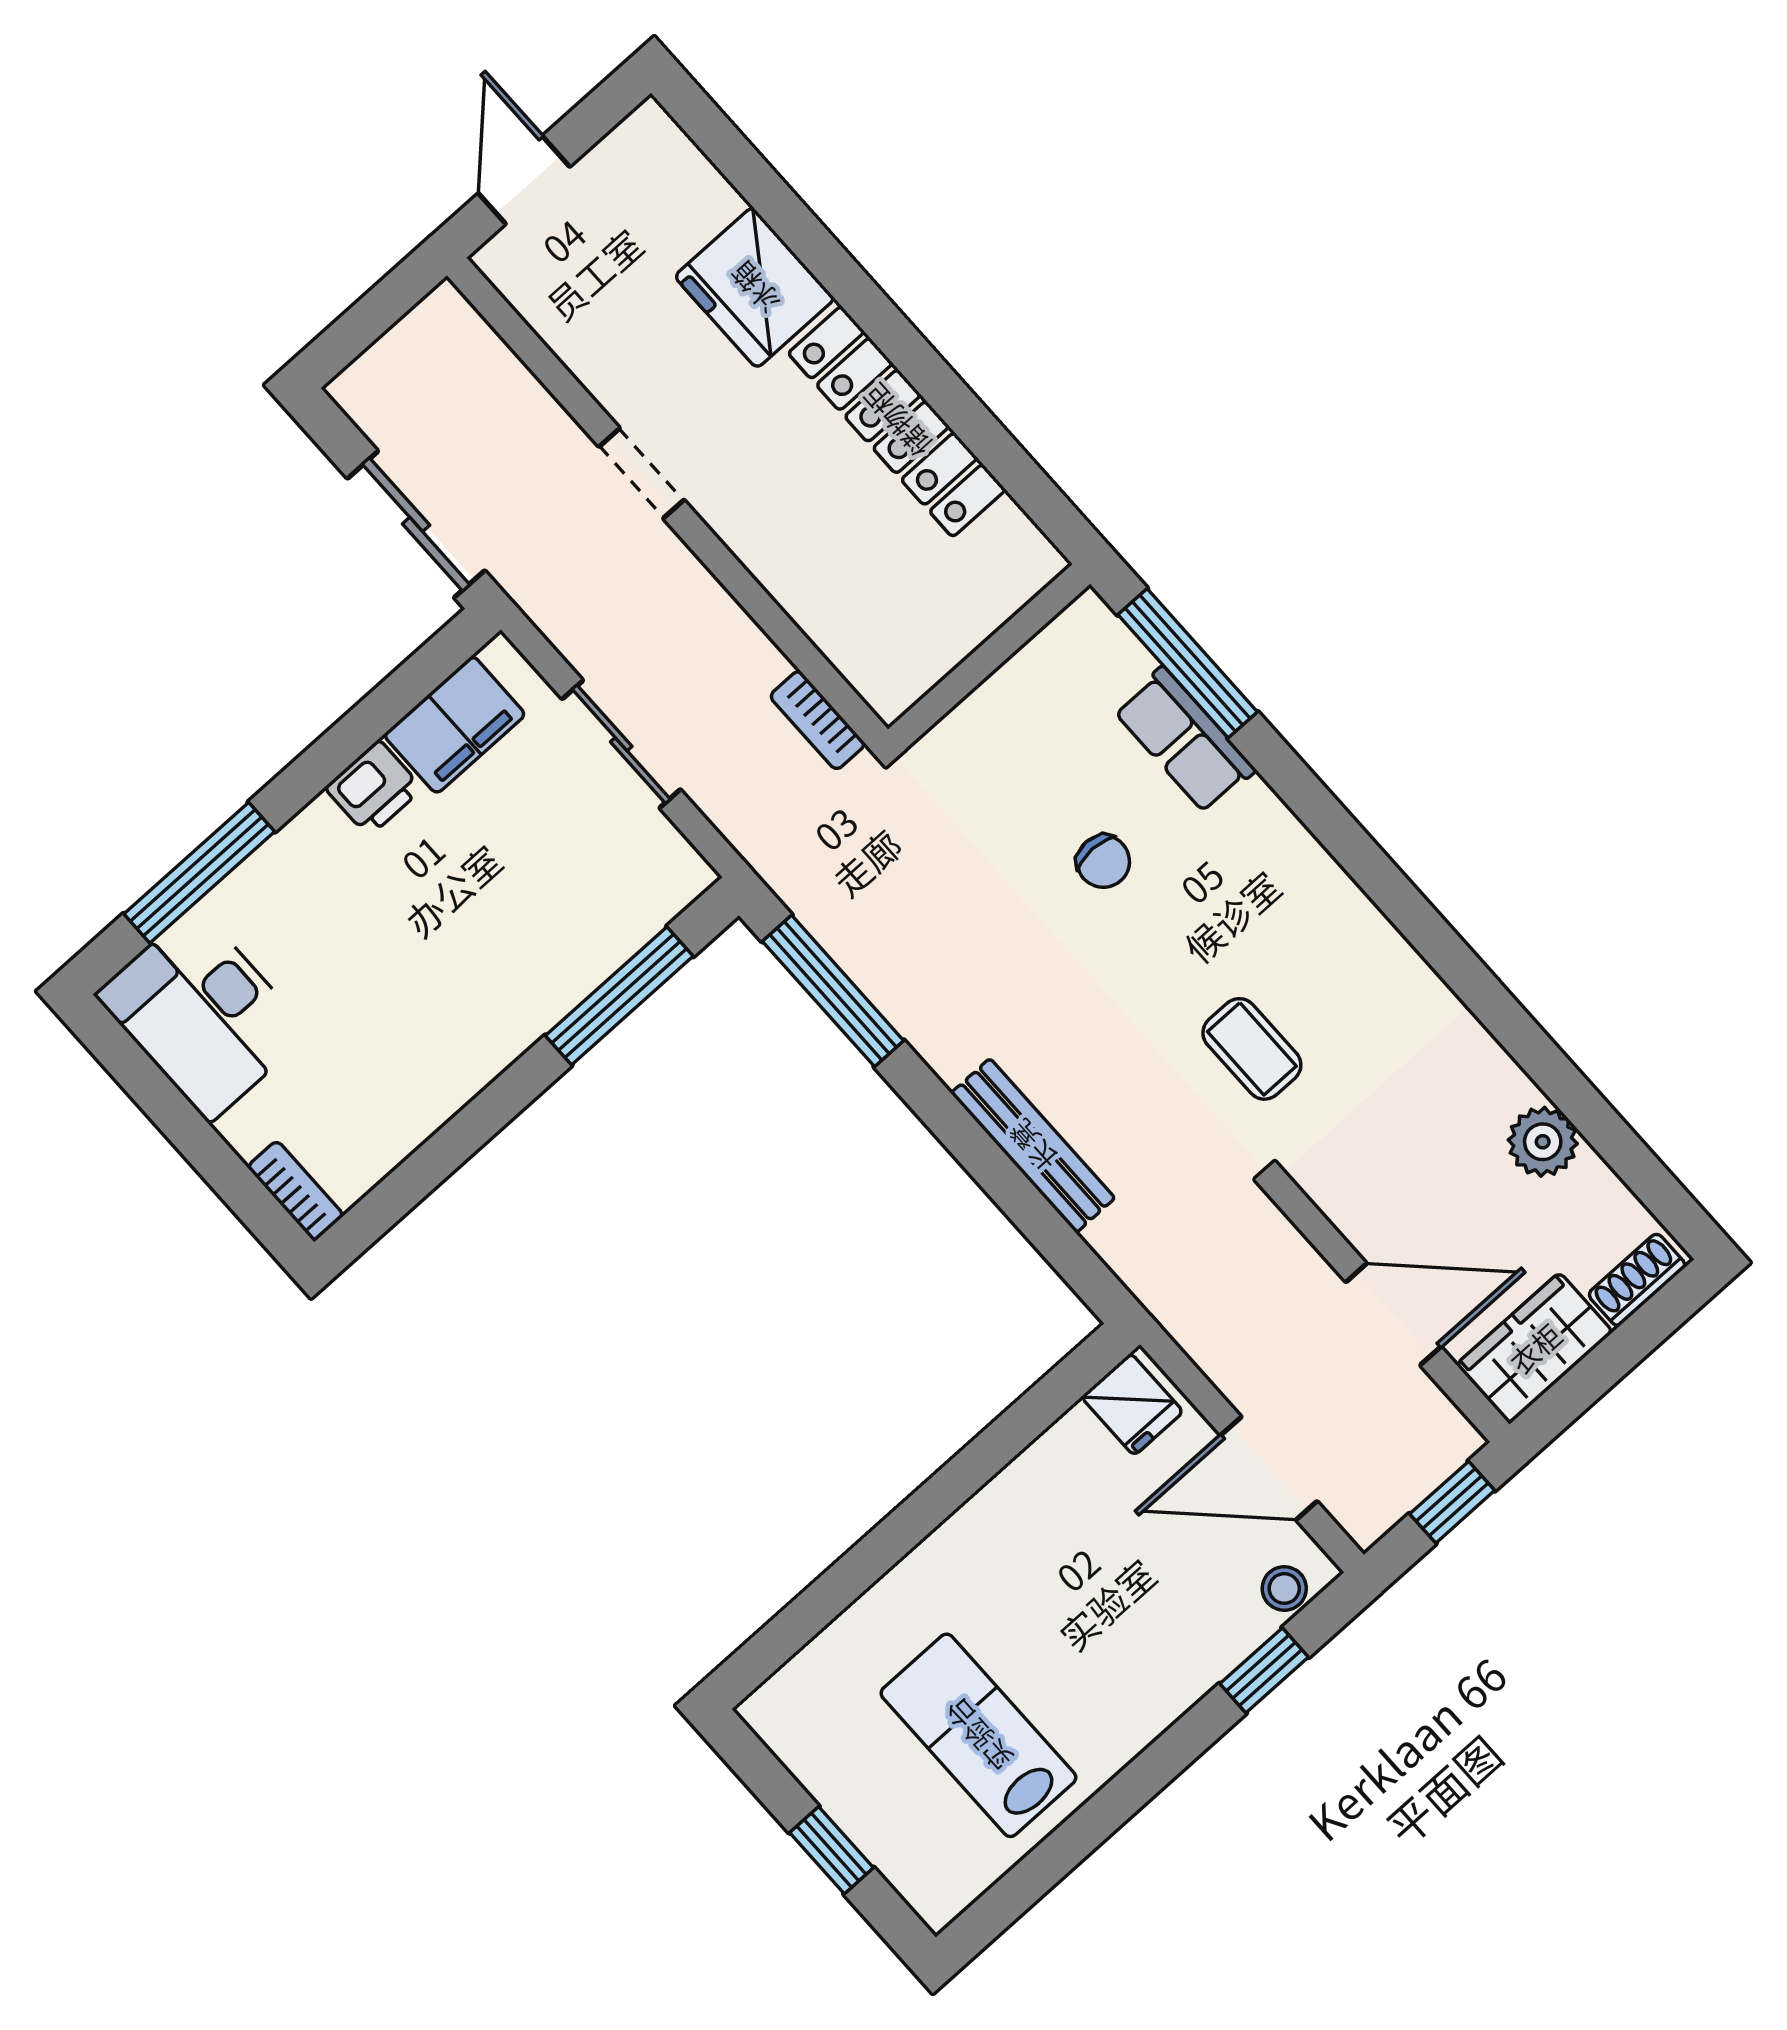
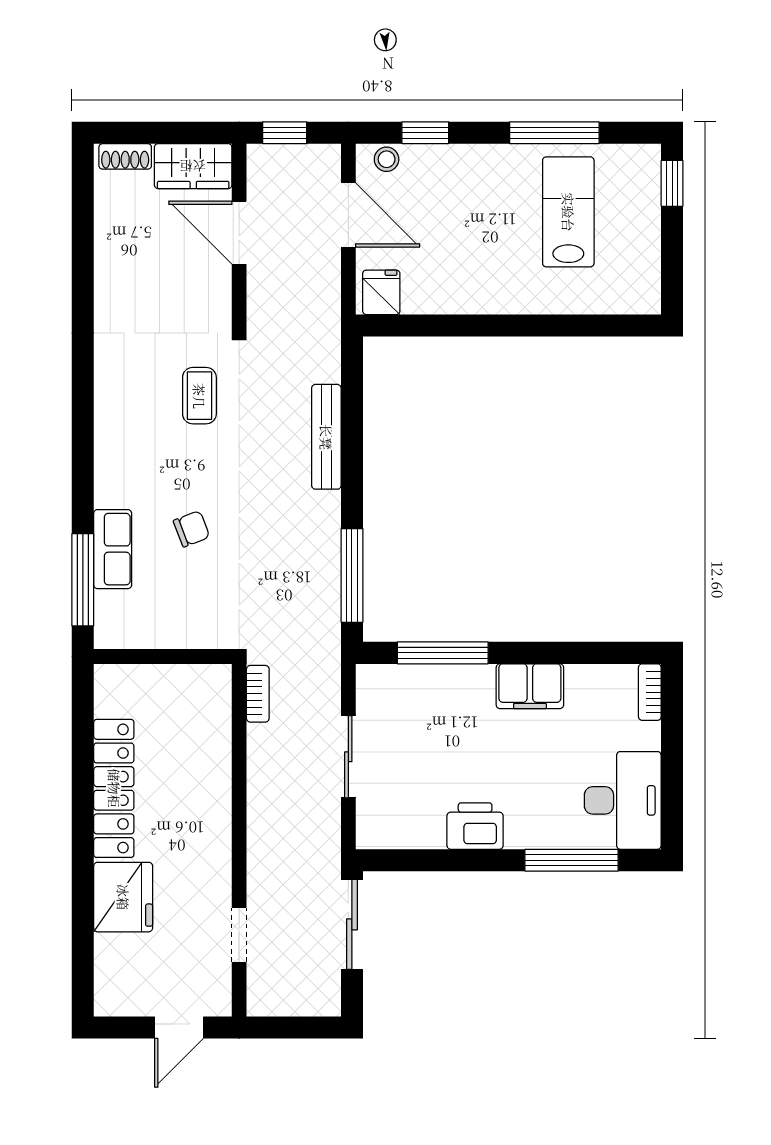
doorway: (642, 473) -> (239, 935), moved
filing cabinet: (455, 725) -> (530, 686), moved, turned 180
printer: (374, 788) -> (475, 826), width x1.36, depth x1.24
chair: (1103, 861) -> (191, 529), turned 69
plant: (1543, 1142) -> (113, 249), removed
lab bench: (978, 1735) -> (568, 212), turned 180
window: (1092, 1824) -> (554, 133), added
window: (832, 1850) -> (672, 183), moved

